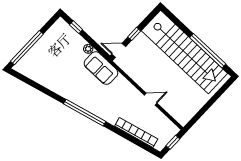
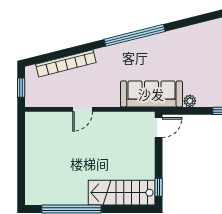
window: (134, 34) -> (159, 187), moved
stairs: (184, 52) -> (122, 193), width x0.54, depth x0.66
sofa: (101, 68) -> (151, 94), width x1.36

